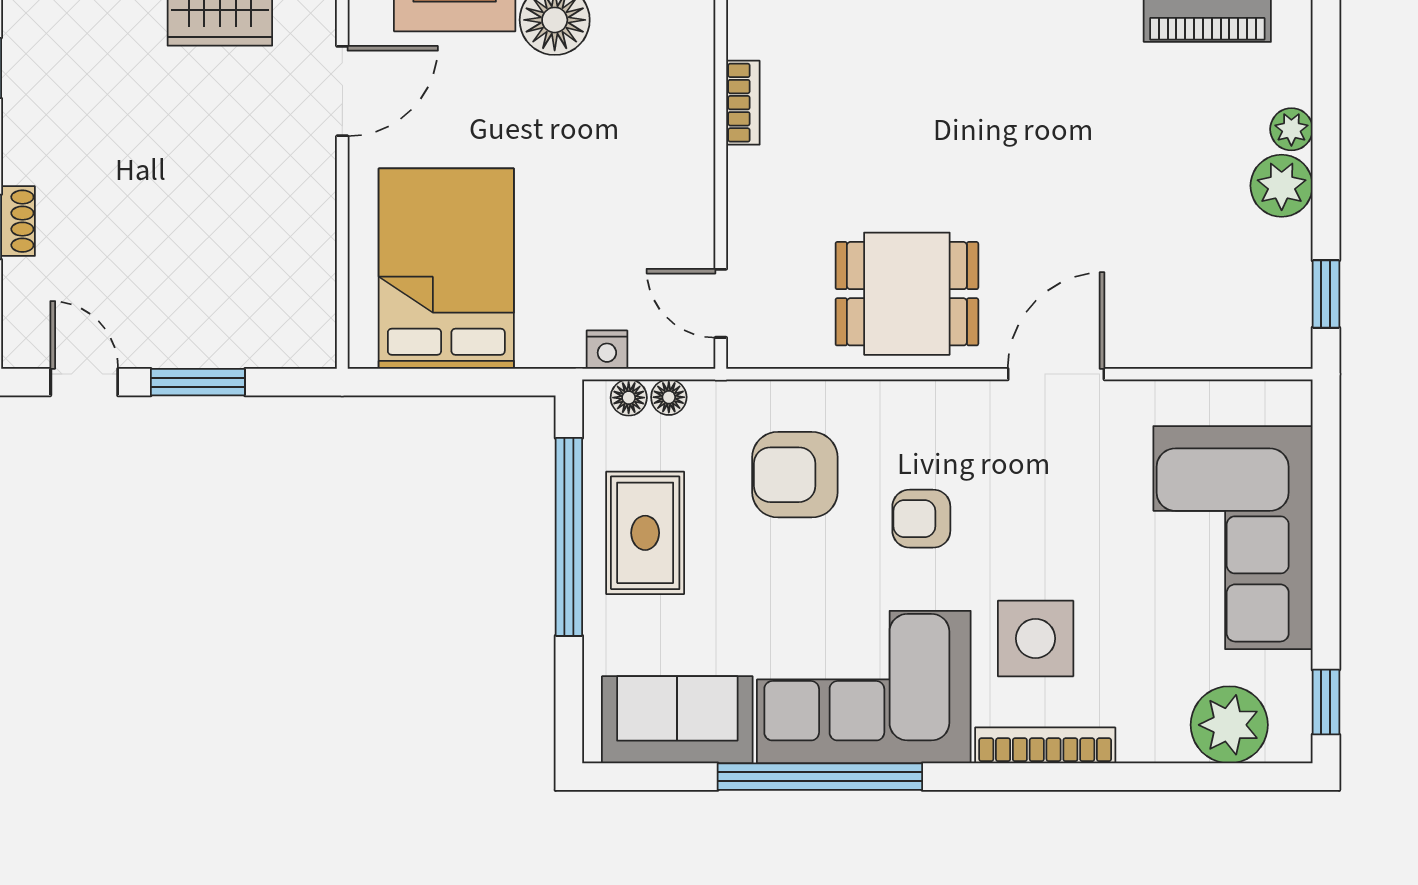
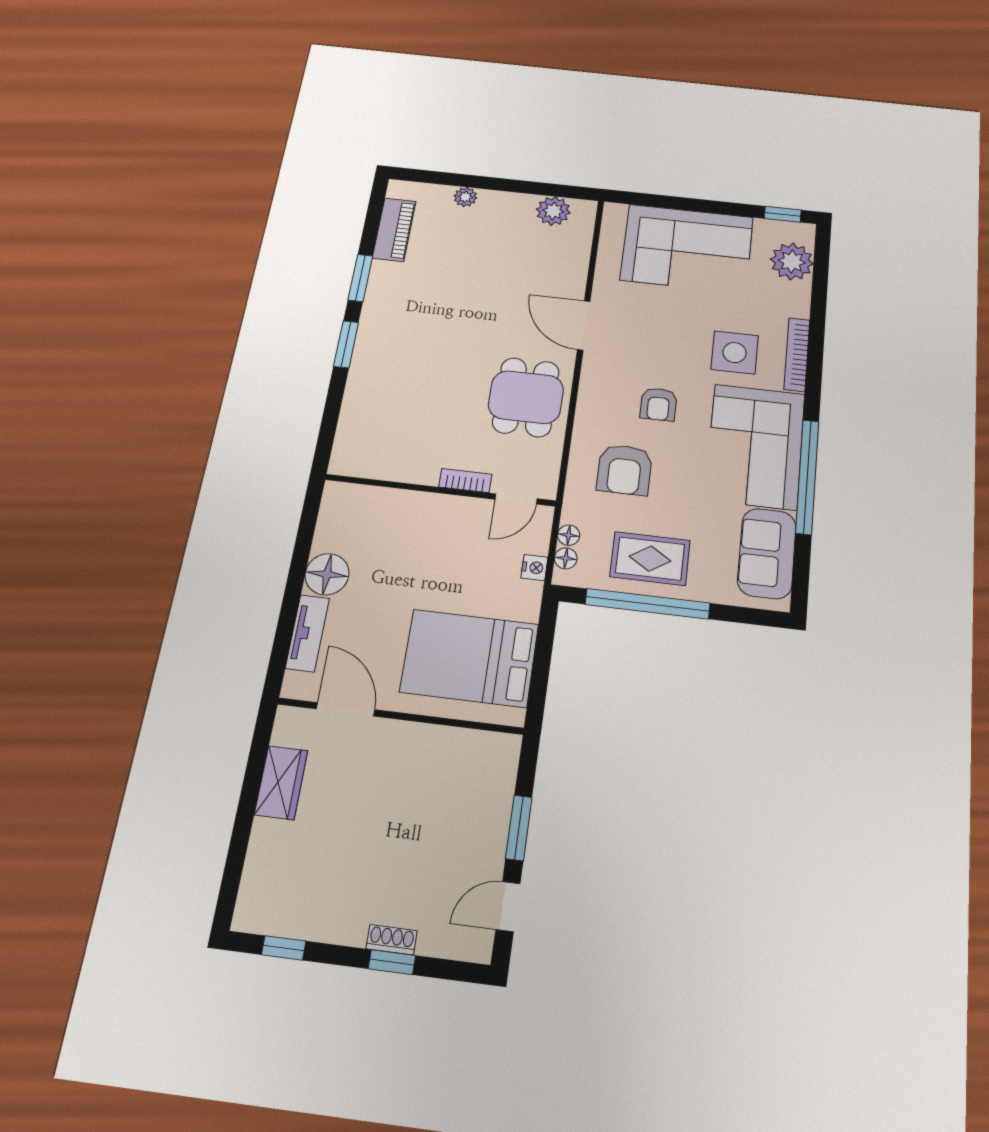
bookcase: (743, 103) -> (465, 481), moved
plant: (1282, 186) -> (553, 211), moved
window: (1326, 294) -> (558, 190), removed

